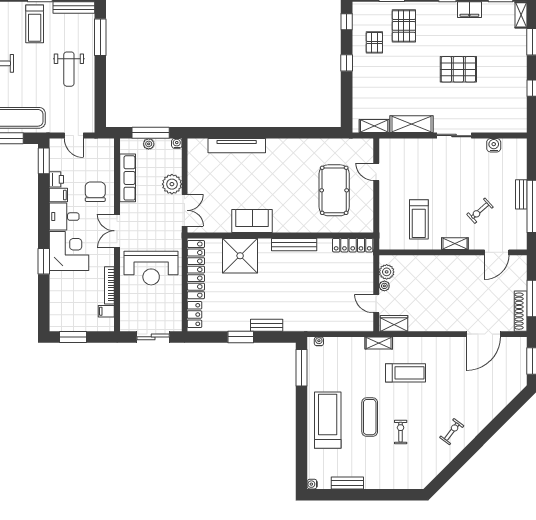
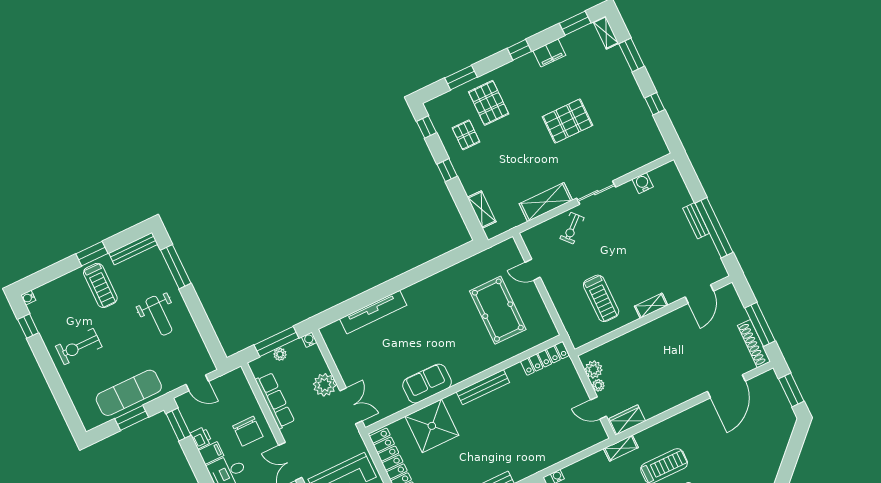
shelving: (374, 126) -> (482, 210), moved, turned 90
chair: (95, 192) -> (248, 431), turned 180
exercise bike: (480, 211) -> (572, 228), moved

